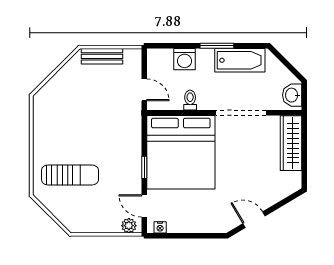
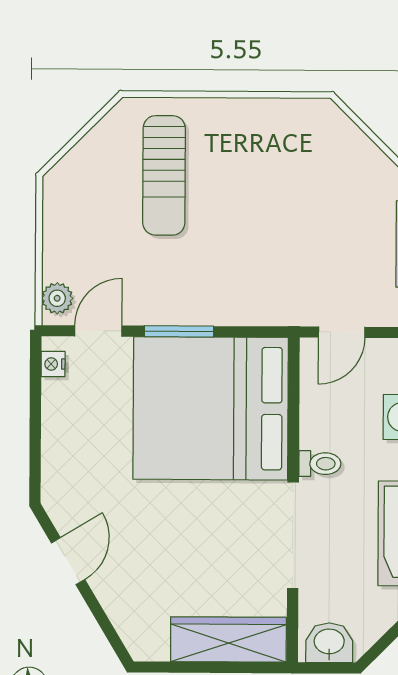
toilet: (190, 100) -> (320, 464), moved
window: (144, 167) -> (179, 331), width x1.50

